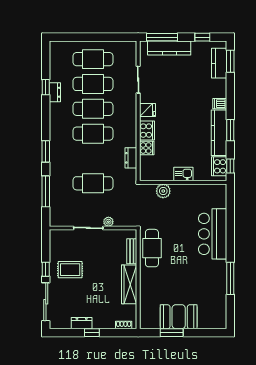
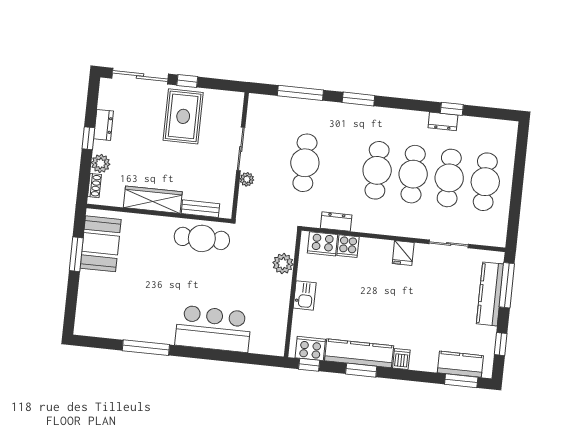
cooker: (147, 131) -> (323, 244), moved
rug: (70, 270) -> (183, 116), width x1.36, depth x1.43
booth: (179, 317) -> (101, 244), moved
plant: (108, 322) -> (101, 163), added

